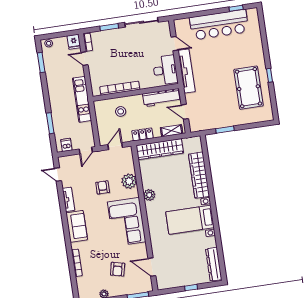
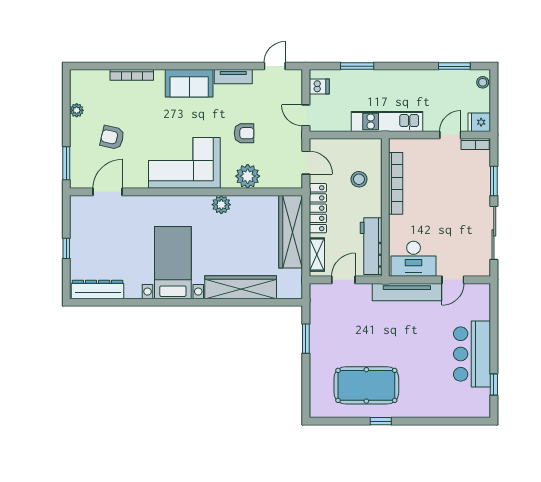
bar counter: (219, 25) -> (472, 354), width x0.73
locker: (143, 134) -> (318, 208), width x1.53

